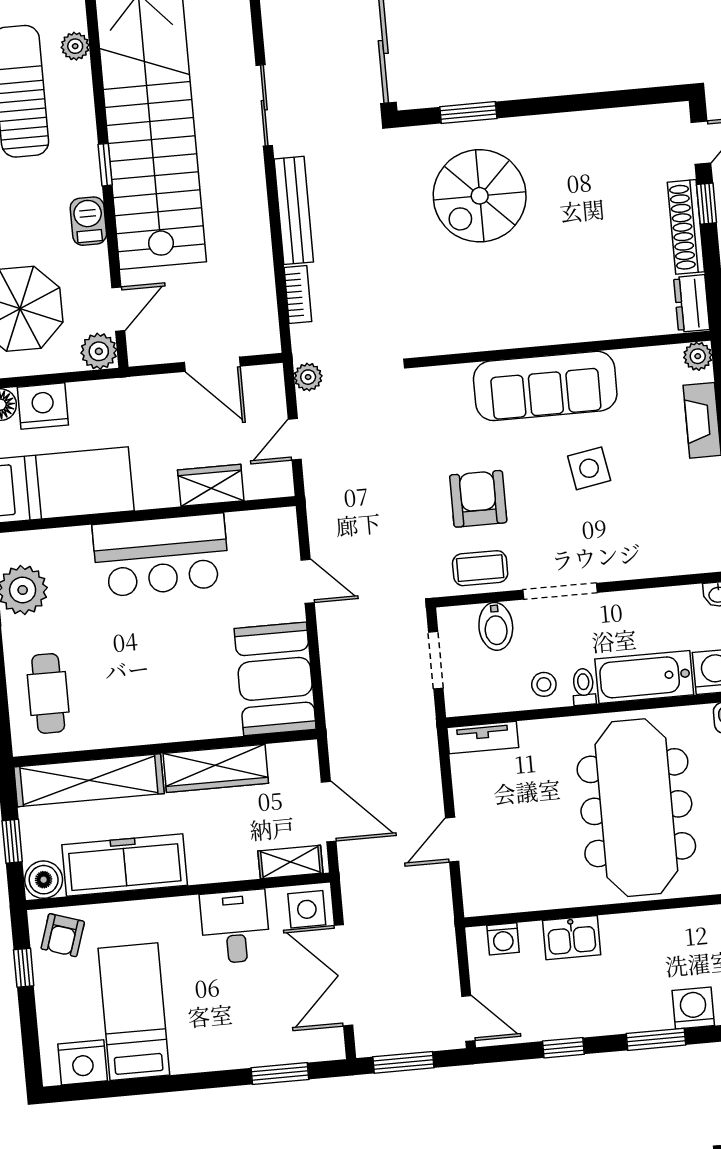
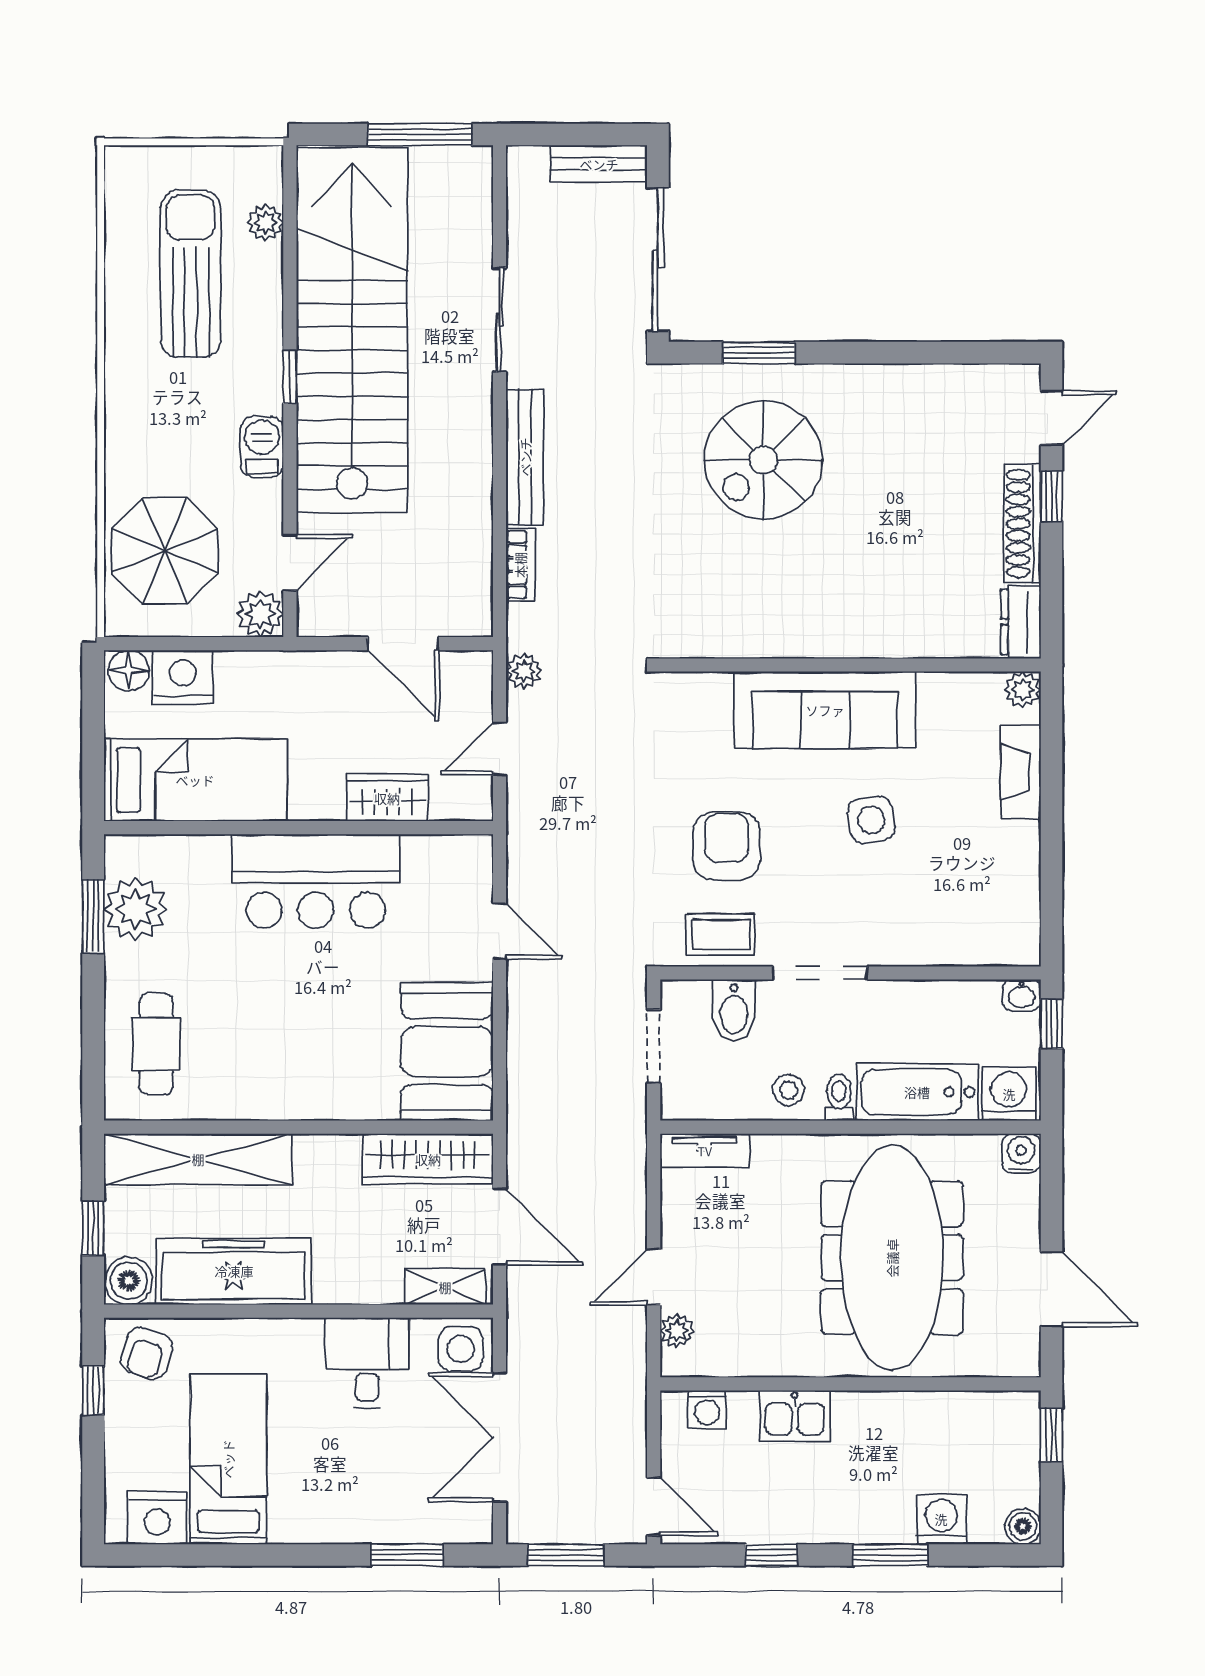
wardrobe: (216, 768) -> (428, 1159), moved
plant: (474, 880) -> (677, 1331), added

